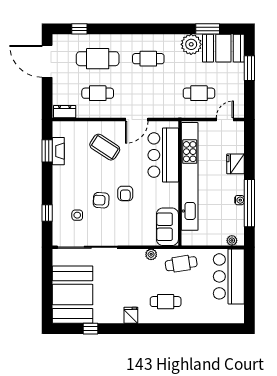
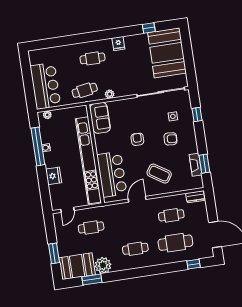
armchair: (101, 200) -> (170, 139), moved

